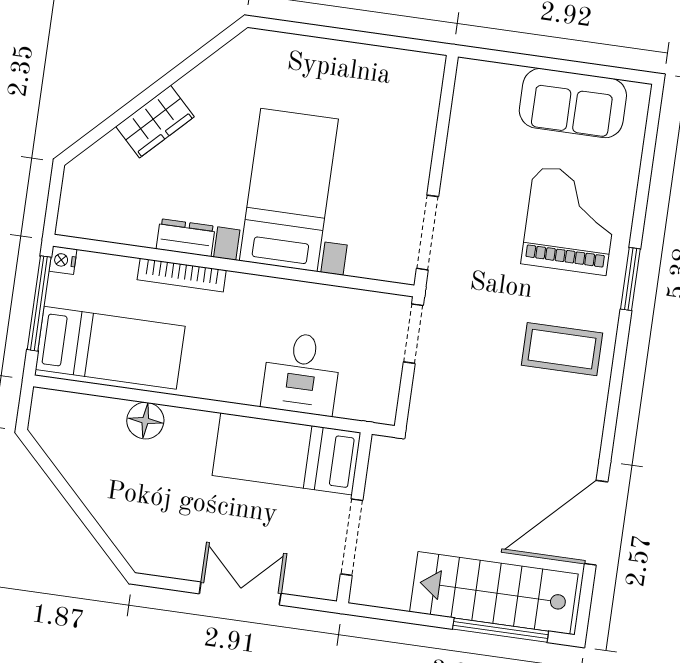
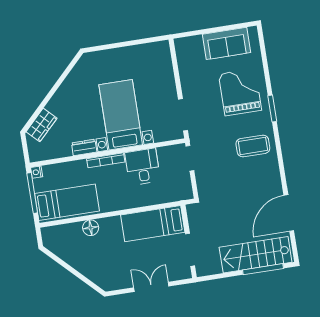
wardrobe: (155, 122) -> (41, 125), moved
bookcase: (182, 275) -> (106, 160), moved
desk: (301, 373) -> (143, 167), moved, turned 180

